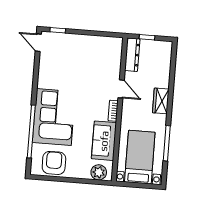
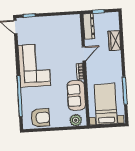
door: (121, 89) -> (84, 54), hinge flipped
wardrobe: (161, 101) -> (114, 41), moved
corner sofa: (54, 117) -> (34, 65), moved
armchair: (54, 163) -> (40, 118), turned 90

